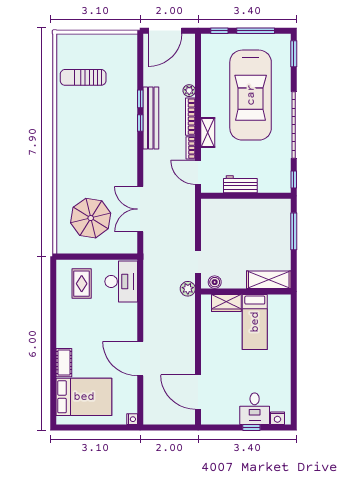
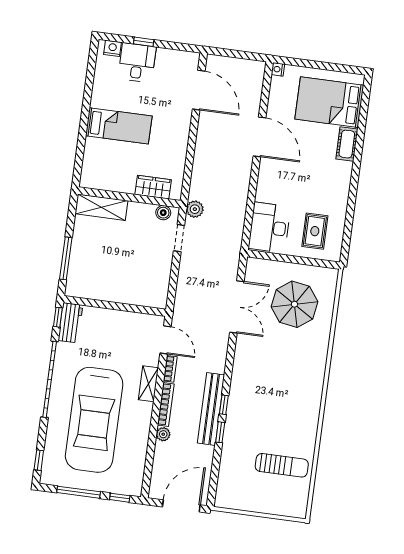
window: (294, 54) -> (39, 460), width x0.67
car: (251, 95) -> (94, 420), turned 180
workbench: (240, 184) -> (71, 323), moved, turned -90
bed: (255, 322) -> (119, 126), moved, turned 90

